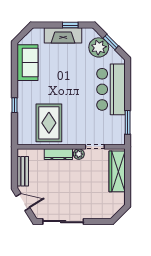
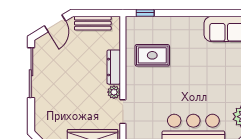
window: (14, 105) -> (145, 13), moved
rug: (49, 123) -> (152, 55), width x0.73, depth x0.70

